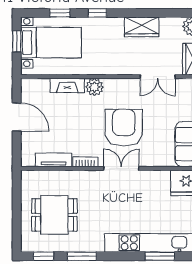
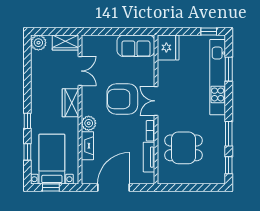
wardrobe: (142, 27) -> (71, 103), moved, turned 180
door: (17, 117) -> (114, 188), width x1.36
dining table: (54, 215) -> (183, 148), moved, turned 90

